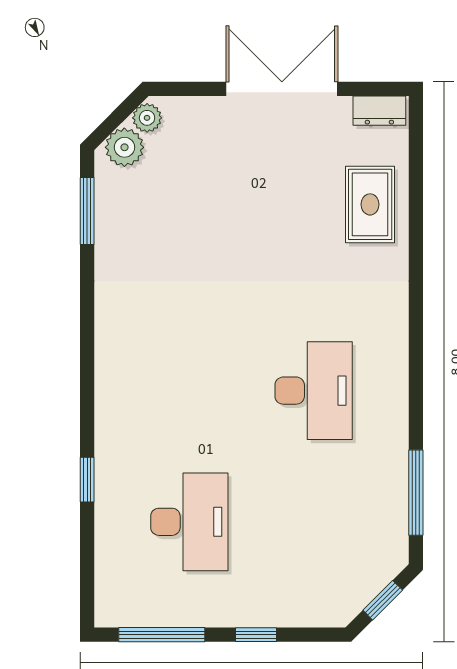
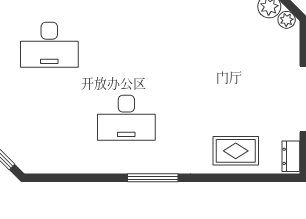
window: (416, 493) -> (153, 178), moved

